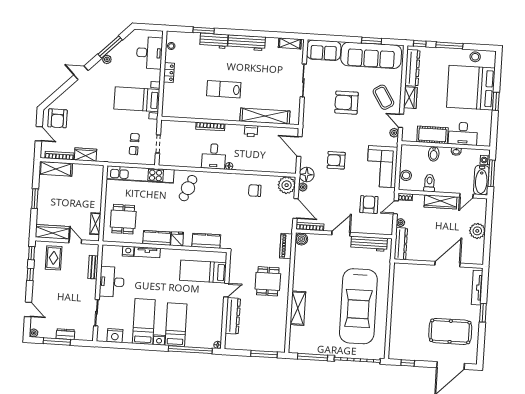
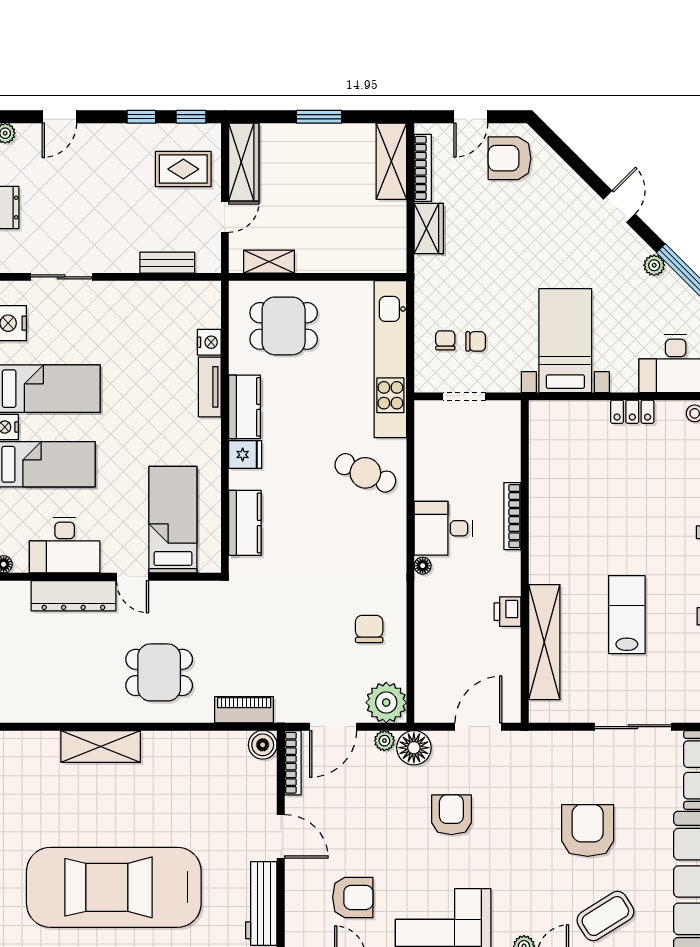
lab bench: (224, 89) -> (627, 615), moved
desk: (112, 282) -> (65, 545), moved, turned 180

